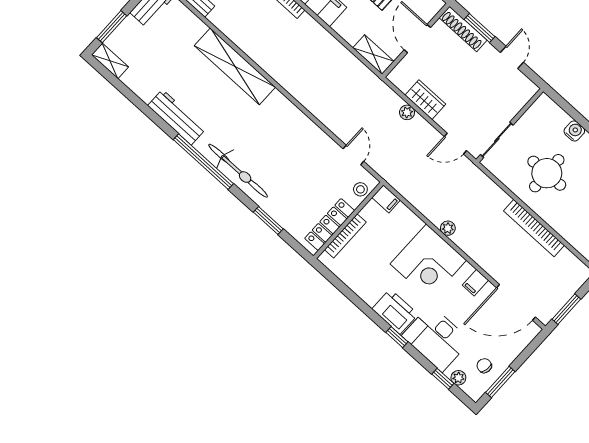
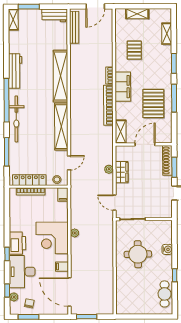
shelving: (299, 123) -> (61, 127), added
window: (268, 220) -> (7, 152), width x1.44
bookcase: (534, 228) -> (108, 105), moved

